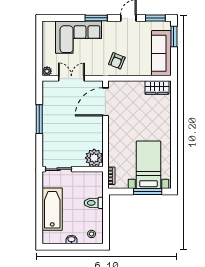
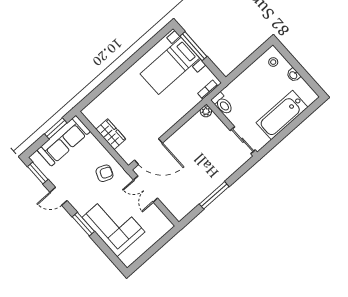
window: (174, 36) -> (56, 128), moved
plant: (47, 71) -> (167, 226), removed
double door: (71, 78) -> (146, 189), moved
wardrobe: (157, 87) -> (111, 134), moved
plant: (94, 158) -> (206, 111), width x0.53, depth x0.53
toilet: (94, 203) -> (222, 104), moved

